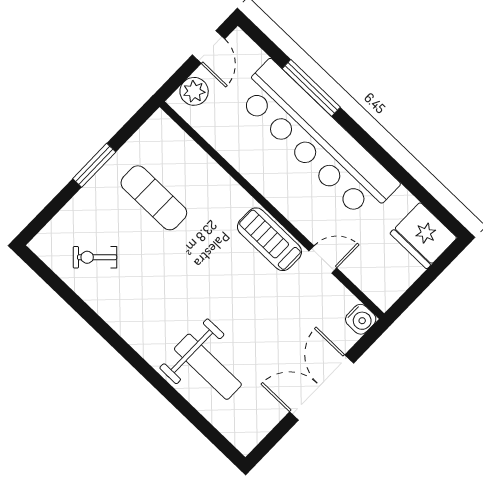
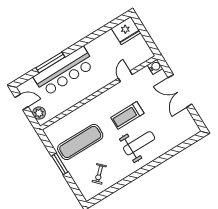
bar counter: (317, 140) -> (64, 71), width x0.73
exercise mat: (154, 198) -> (80, 142), width x1.36, depth x1.45
treadmill: (269, 239) -> (127, 115), moved
weight bench: (208, 367) -> (139, 143), moved

